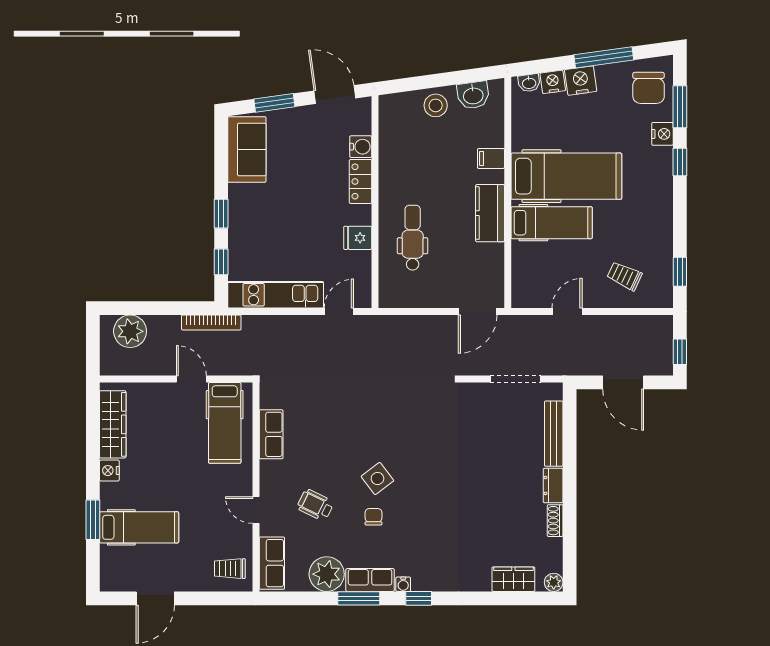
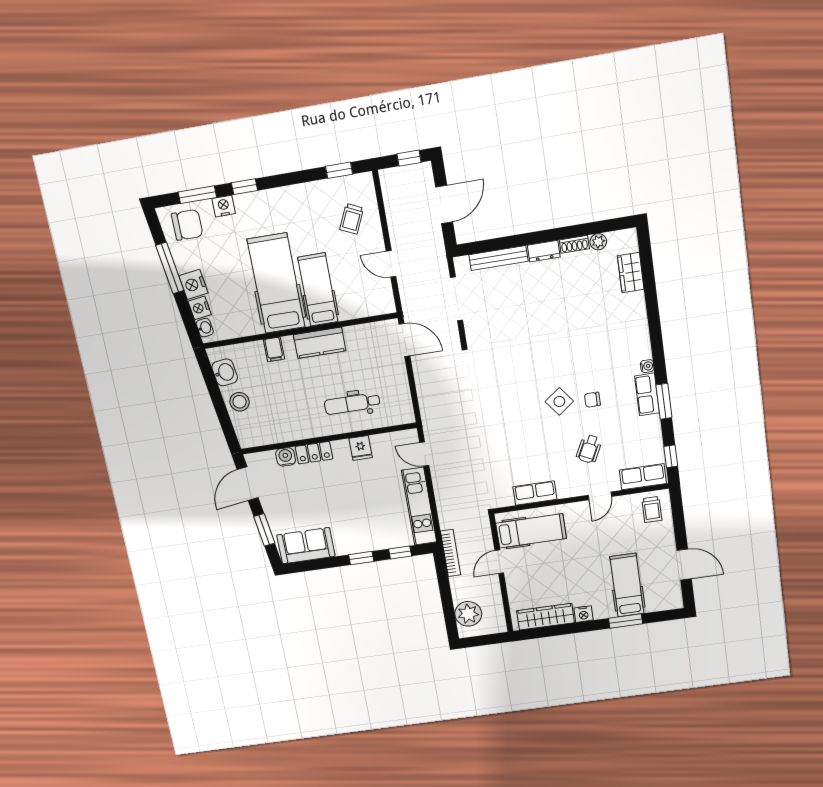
plant: (327, 574) -> (646, 431), removed
plant: (554, 582) -> (598, 242), moved
window: (419, 598) -> (671, 456), moved

